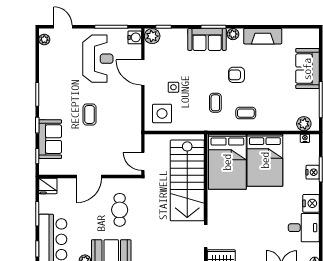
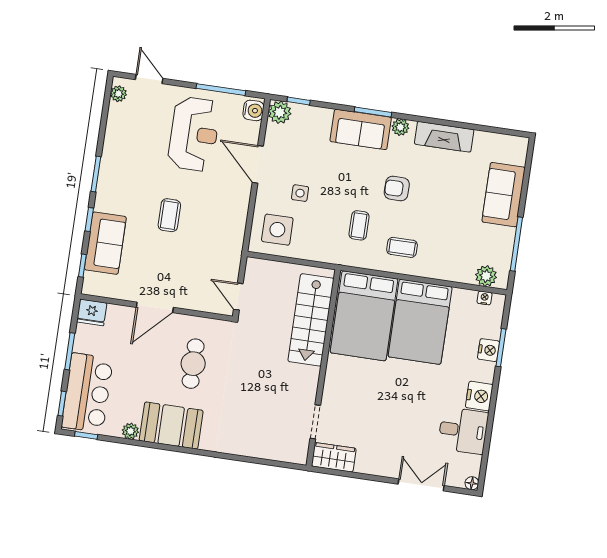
stairs: (187, 180) -> (311, 320), width x0.73, depth x0.66

